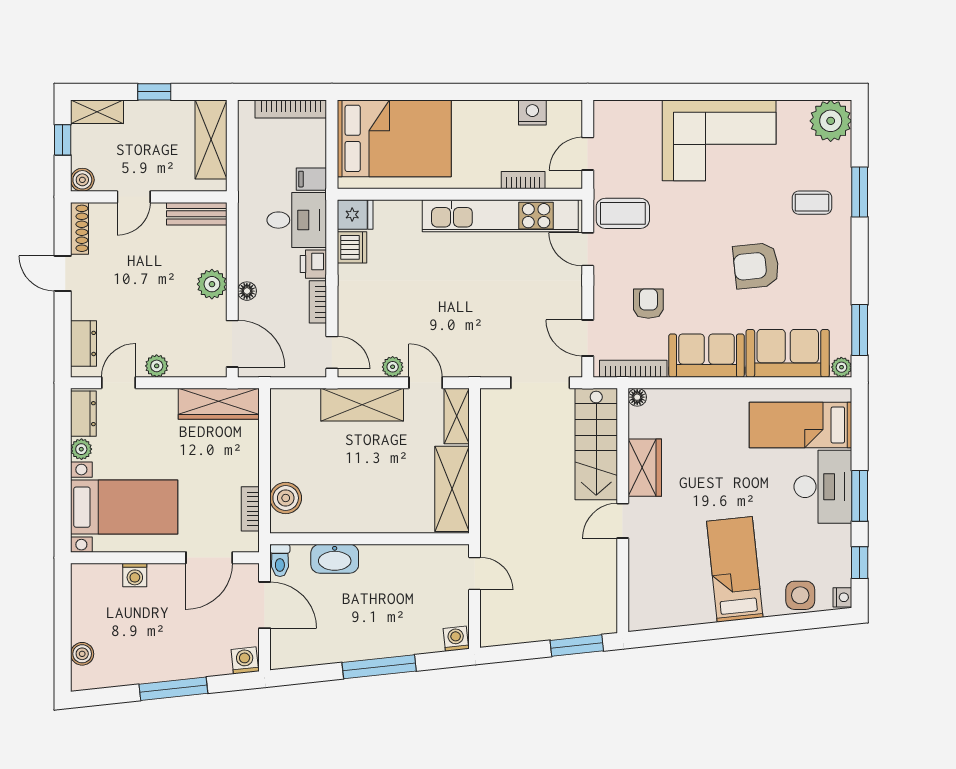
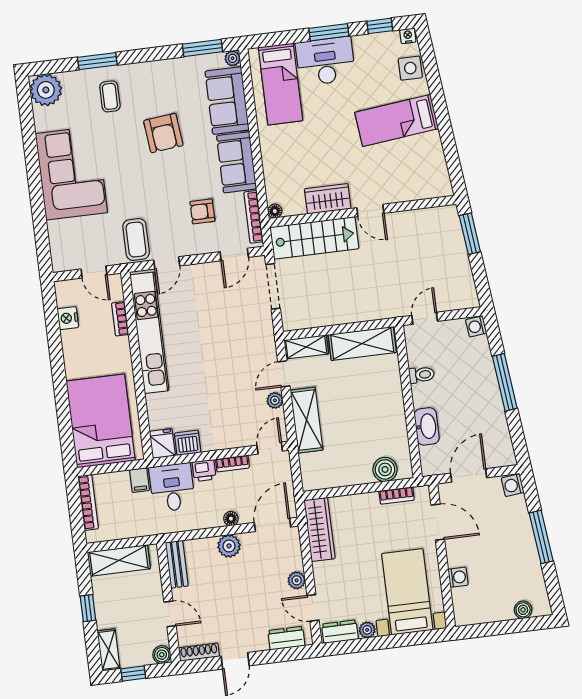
toilet: (280, 560) -> (422, 375), moved

